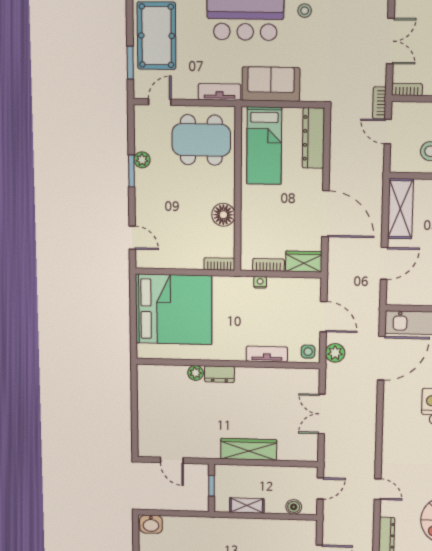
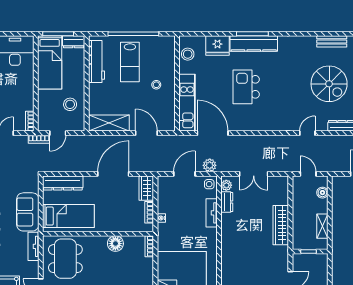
plant: (196, 373) -> (226, 185), moved
dresser: (219, 374) -> (227, 202), moved

